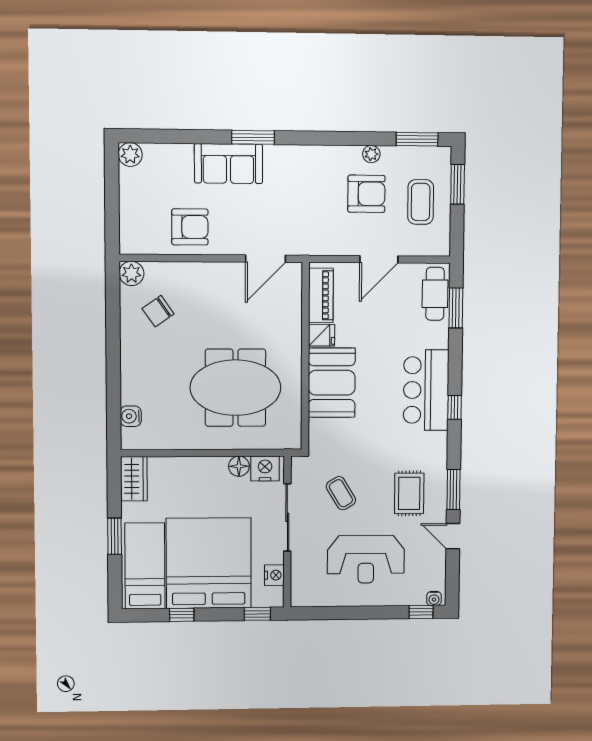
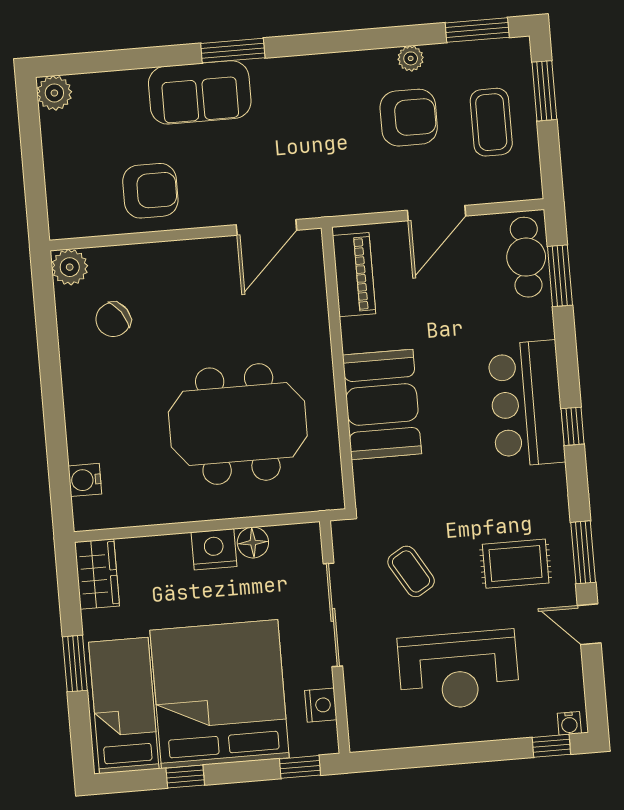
fridge: (322, 335) -> (360, 334), removed
nightstand: (265, 468) -> (214, 549), moved
rug: (409, 493) -> (516, 564), turned 90

